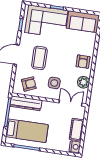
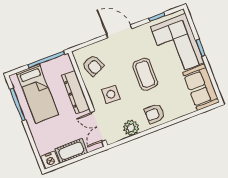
coffee table: (39, 58) -> (145, 74), moved, turned 90
dresser: (26, 103) -> (76, 92), moved
double door: (71, 103) -> (98, 126), swing flipped

